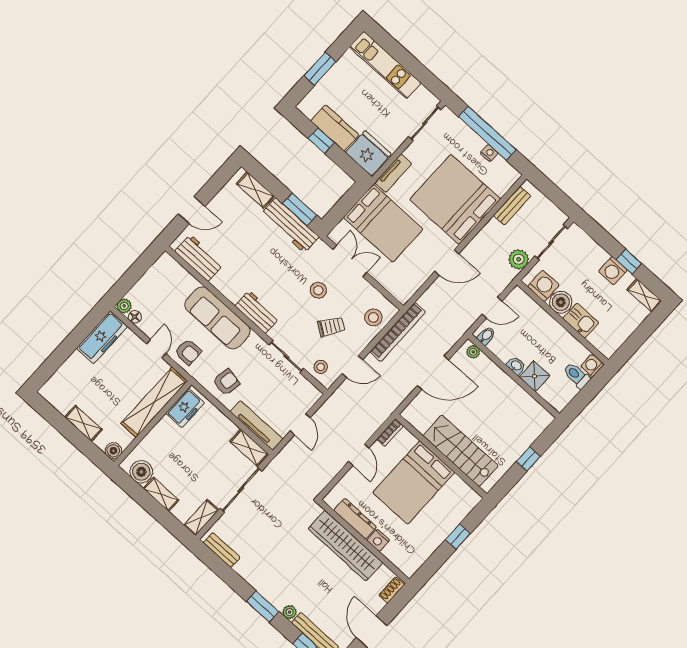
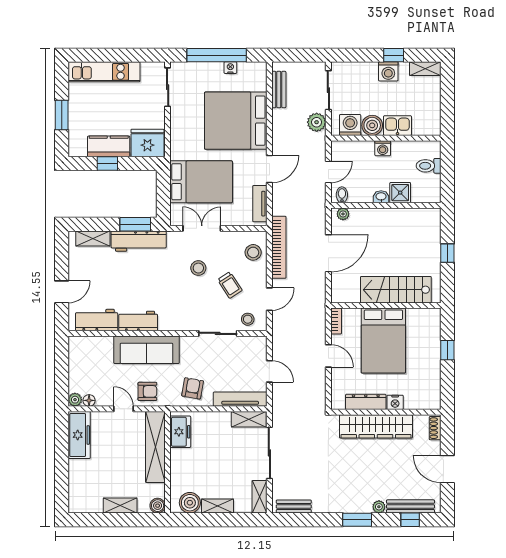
tv unit: (393, 173) -> (260, 204), moved, turned 180
workbench: (257, 312) -> (138, 321), moved
trolley: (331, 327) -> (230, 285), turned 112
washing machine: (592, 366) -> (383, 148), moved, turned -90

